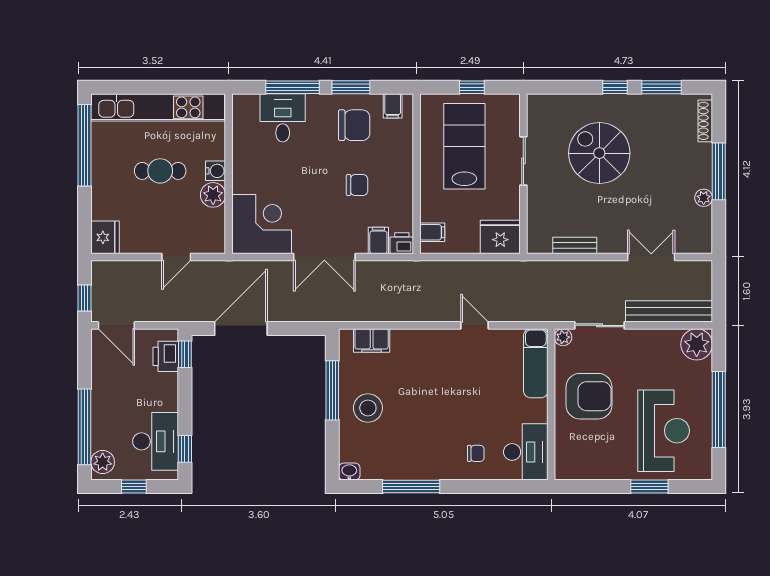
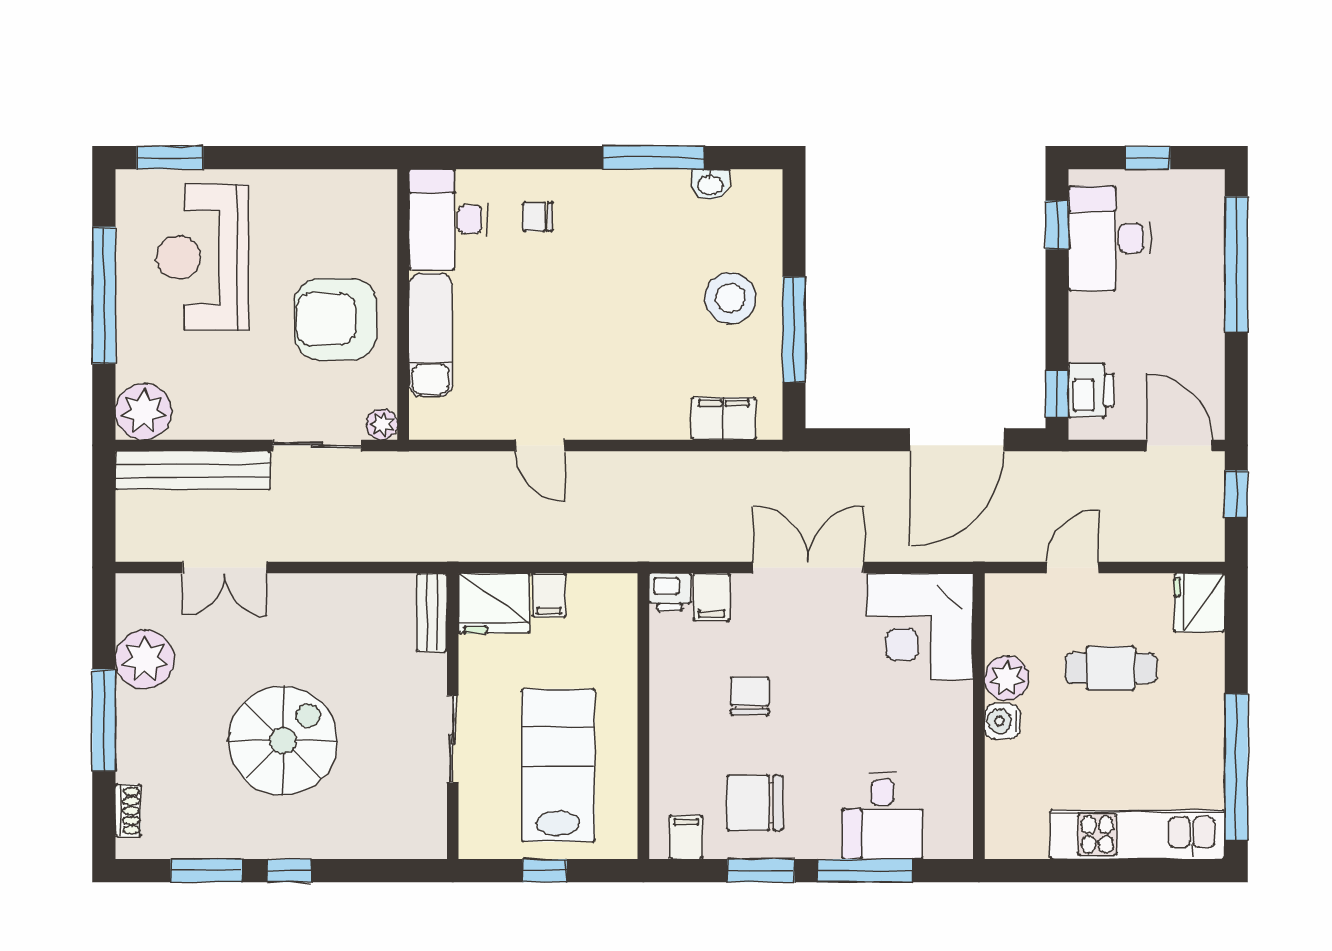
kitchen unit: (158, 107) -> (1137, 835), width x0.73
shoe rack: (705, 121) -> (128, 811), width x0.70
lab bench: (464, 146) -> (558, 765), turned 180
spiral stairs: (599, 153) -> (283, 741), moved, turned -90
cafe table: (160, 171) -> (1111, 668), moved
chair: (357, 185) -> (750, 696), turned 90
plant: (704, 198) -> (145, 659), width x1.87, depth x1.87
filing cabinet: (432, 232) -> (549, 595), moved, turned -90
bench: (575, 245) -> (432, 612), moved, turned 90
exam couch: (536, 363) -> (431, 335), moved
plant: (103, 462) -> (1204, 202), removed
washbasin: (349, 472) -> (710, 184), moved
window: (649, 487) -> (170, 158), moved

